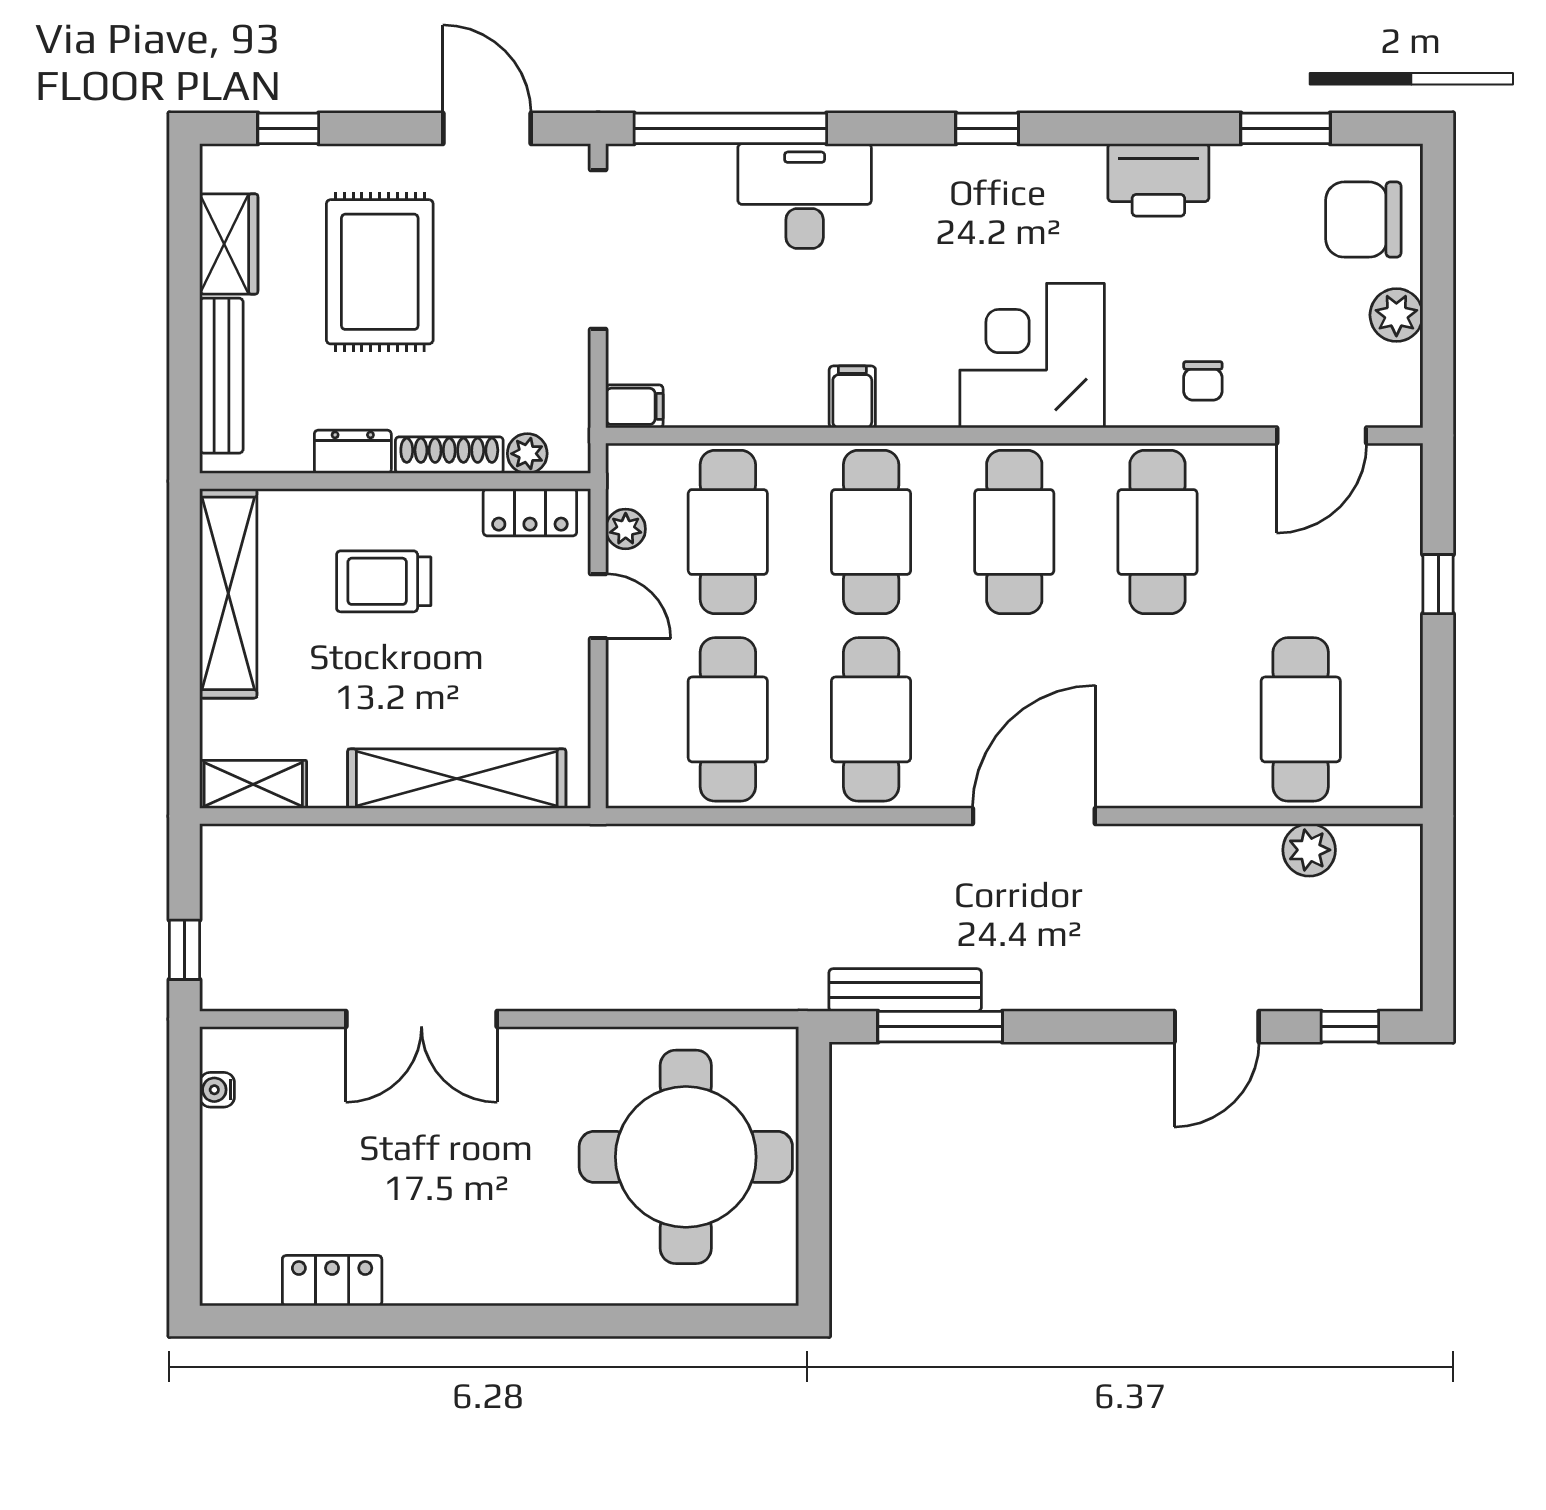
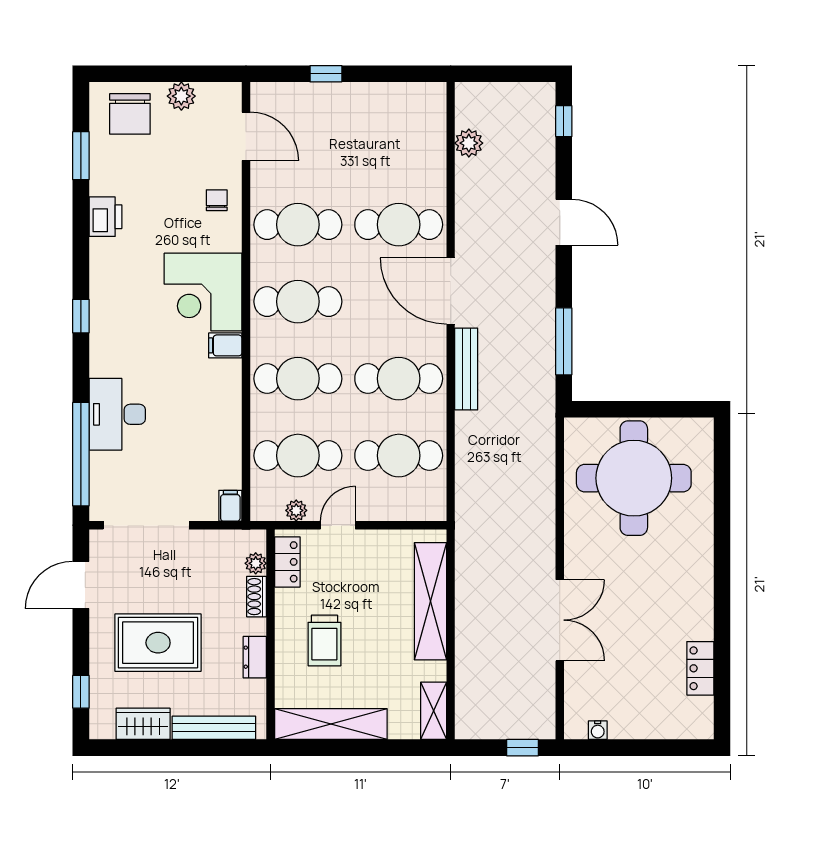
printer: (1158, 180) -> (105, 217), width x0.73, depth x0.84
chair: (1203, 381) -> (217, 200), turned -90
filing cabinet: (852, 397) -> (225, 345), moved
shoe rack: (449, 455) -> (257, 597), width x0.70
cafe table: (1301, 719) -> (399, 225), moved
bench: (905, 990) -> (466, 369), moved
door: (1217, 1027) -> (564, 222), moved

